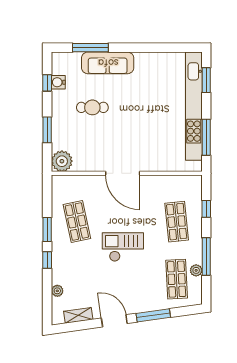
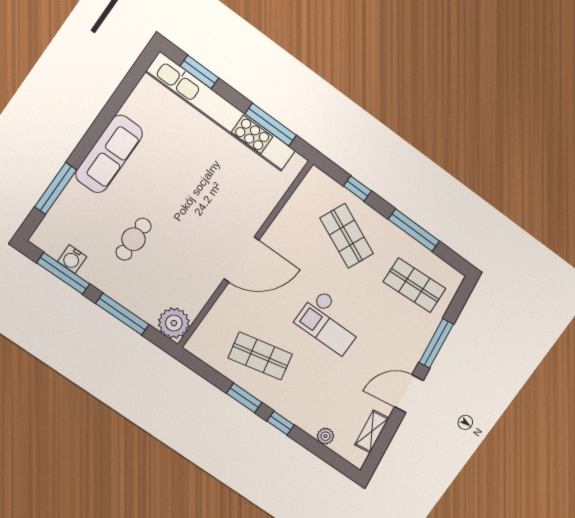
sofa: (108, 63) -> (109, 154), moved
window: (47, 83) -> (63, 273), width x2.17
window: (47, 130) -> (122, 314), width x1.44
shop shelf: (177, 222) -> (347, 236), turned 30
checkout: (123, 247) -> (330, 322), turned -90
plant: (196, 270) -> (421, 254), removed

